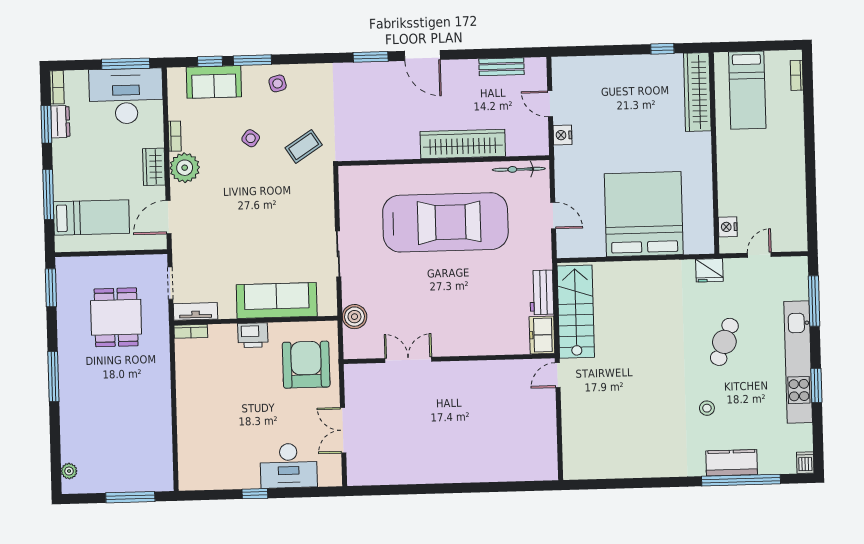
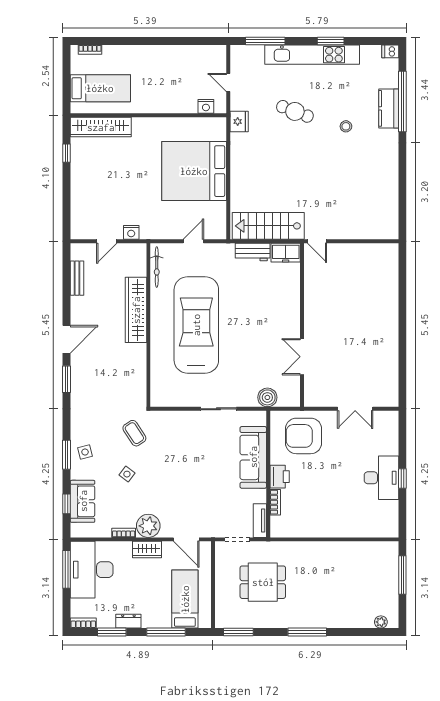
window: (252, 60) -> (66, 455), moved
dresser: (60, 122) -> (128, 621), moved
bookcase: (191, 331) -> (275, 502), moved
desk: (289, 466) -> (381, 478), moved

